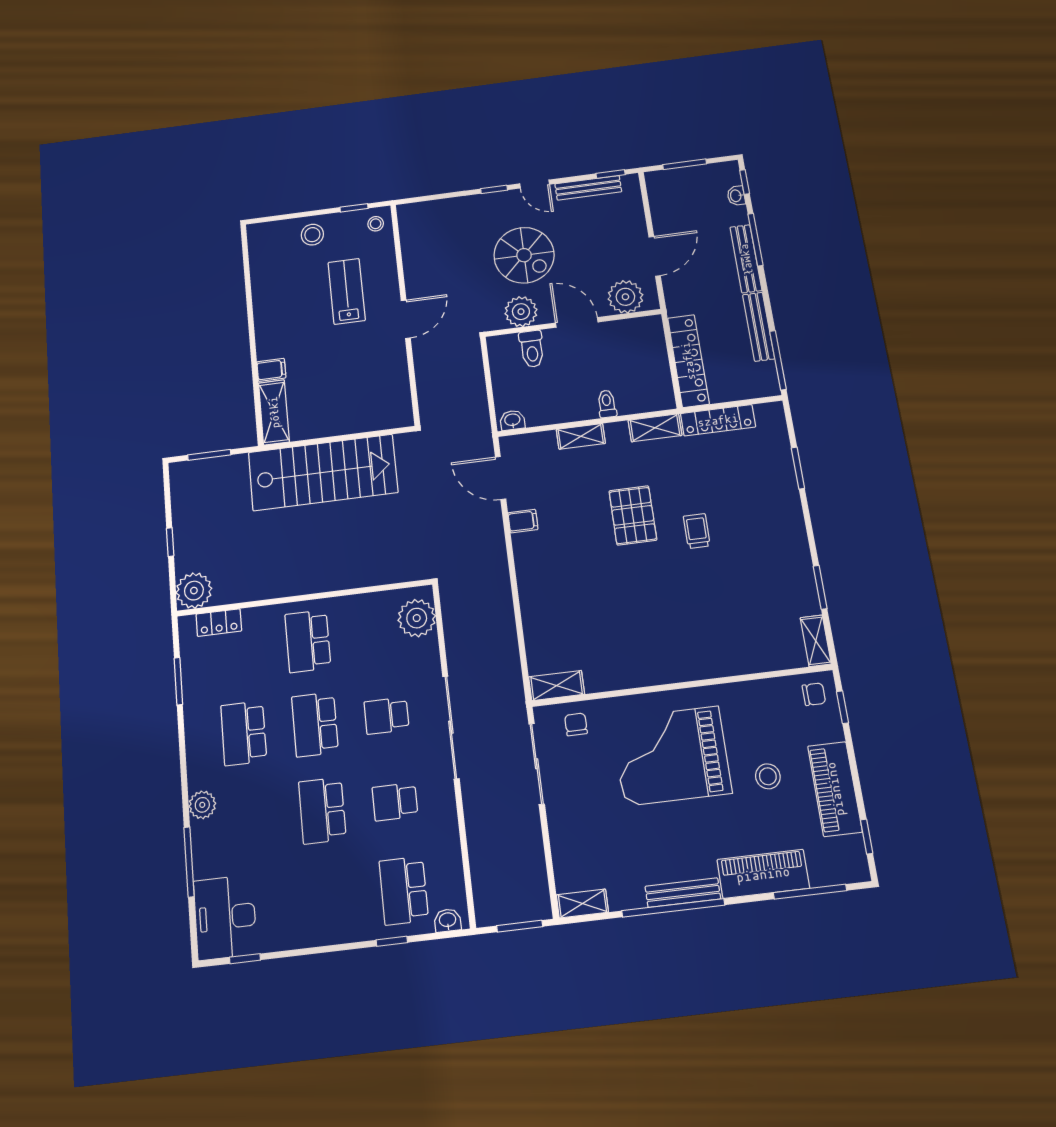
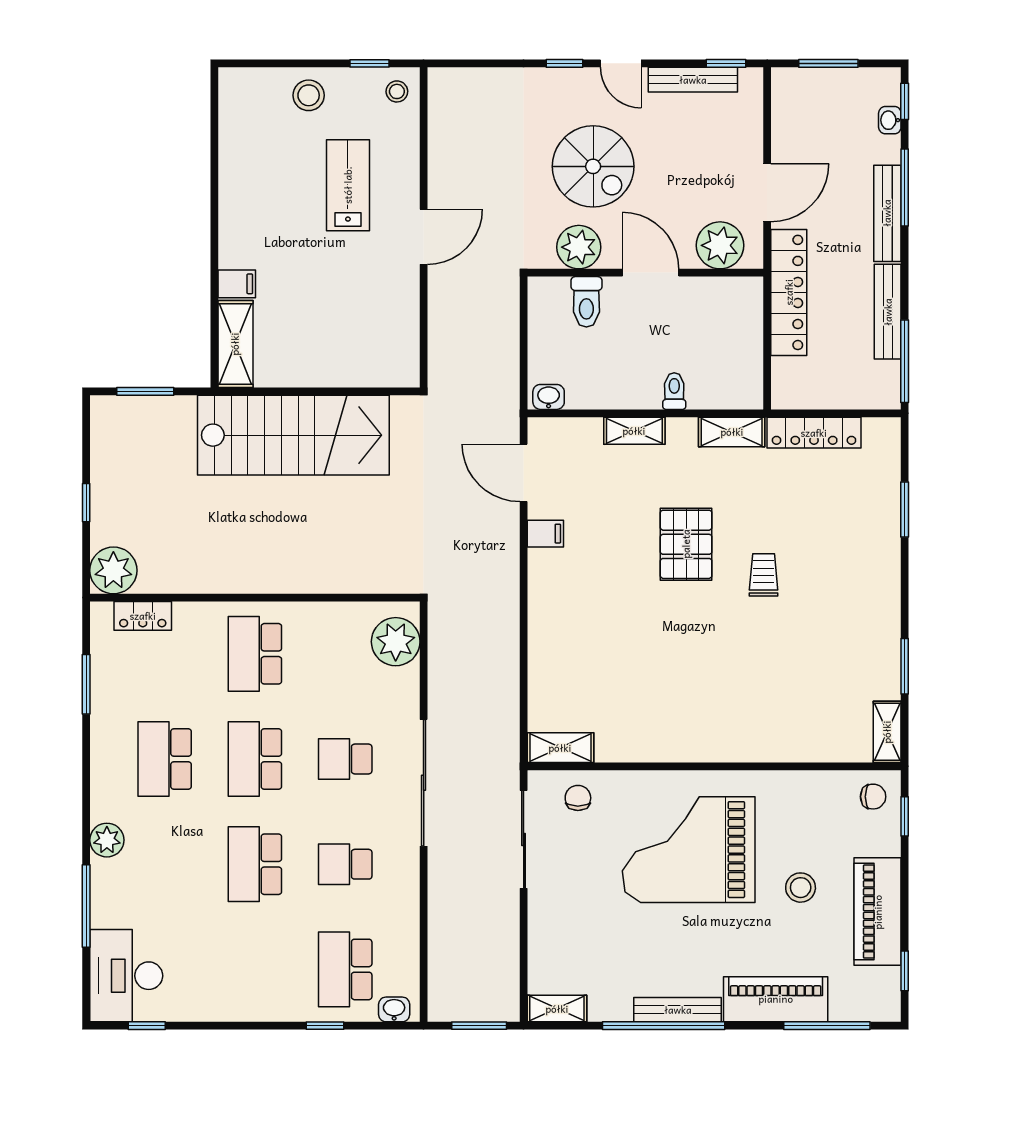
locker: (688, 361) -> (789, 292), moved

